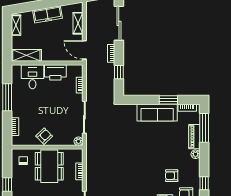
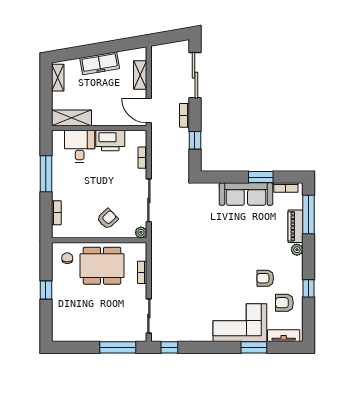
armchair: (44, 136) -> (108, 219), moved
dining table: (49, 166) -> (102, 266), turned 90

